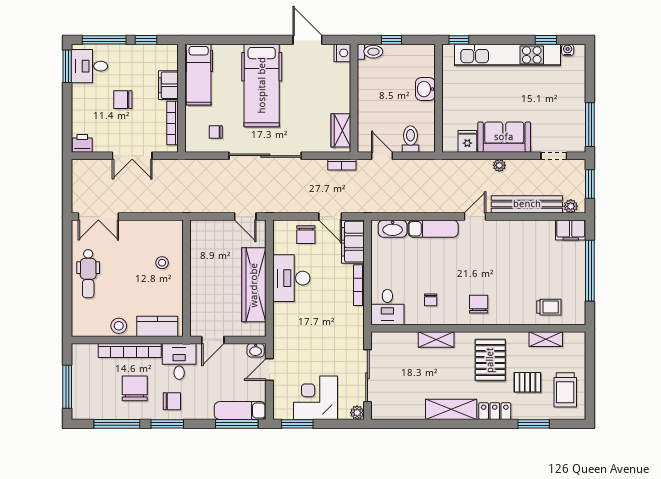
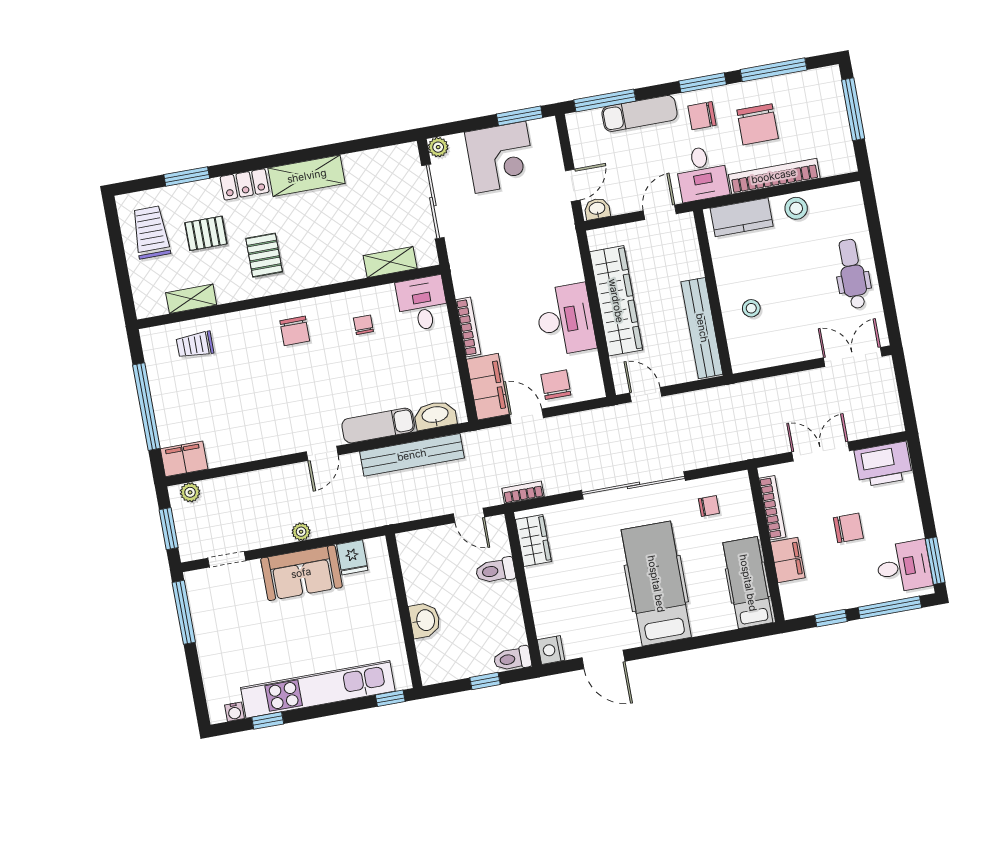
toilet: (410, 139) -> (495, 571), moved, turned 90
printer: (82, 143) -> (883, 464), width x1.87, depth x1.48
bench: (527, 204) -> (412, 455), moved
bench: (198, 255) -> (702, 328), added
shelving: (436, 340) -> (390, 262), moved
pallet: (490, 360) -> (264, 255), width x0.67, depth x0.71
exam couch: (240, 411) -> (639, 113), moved

